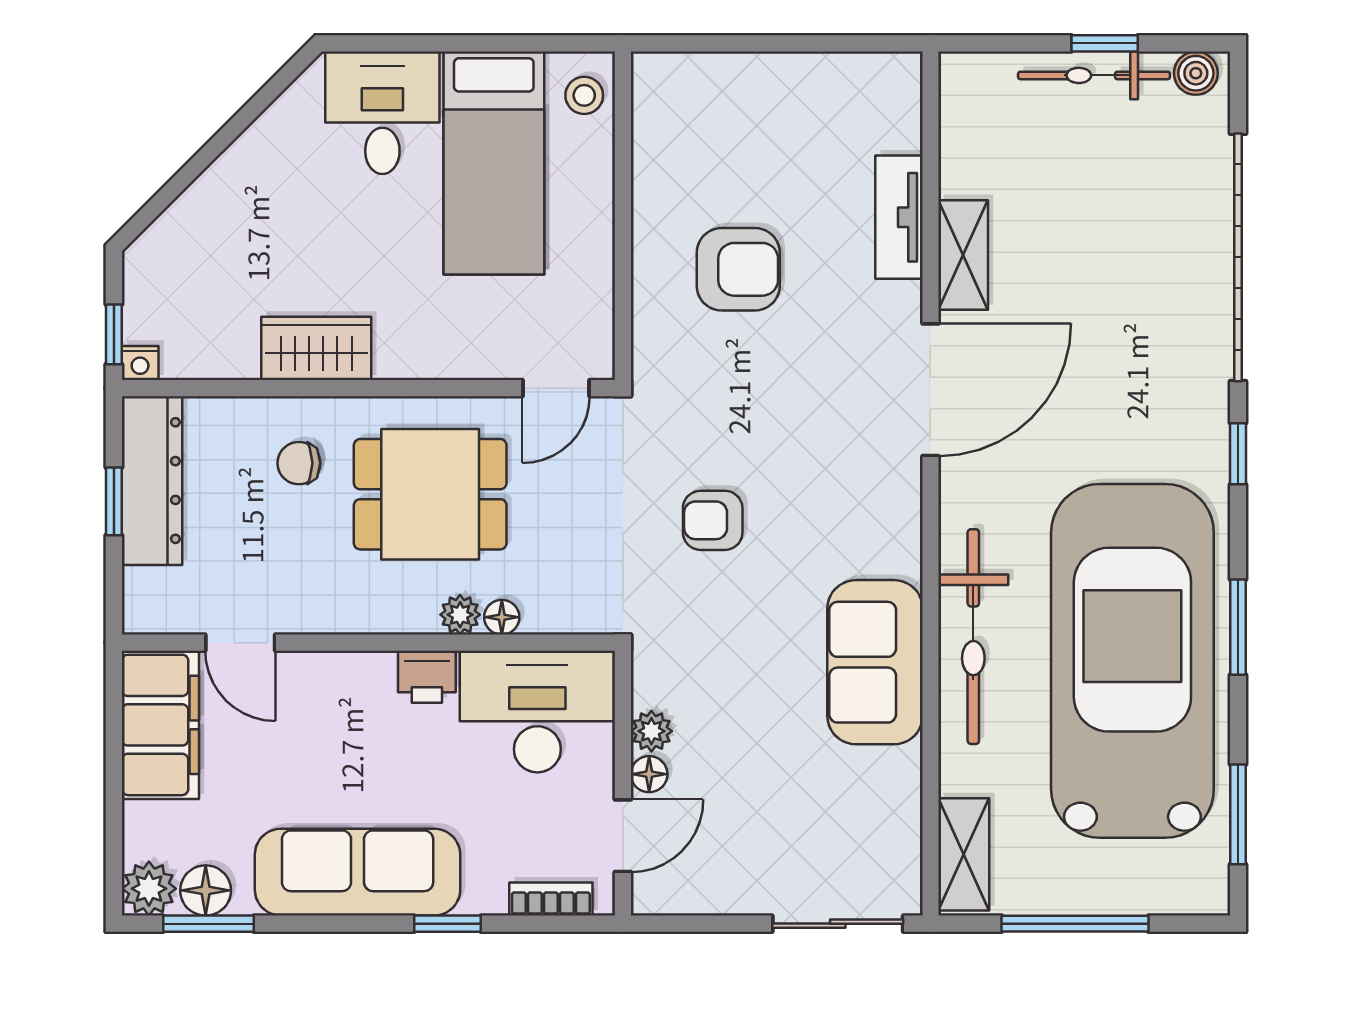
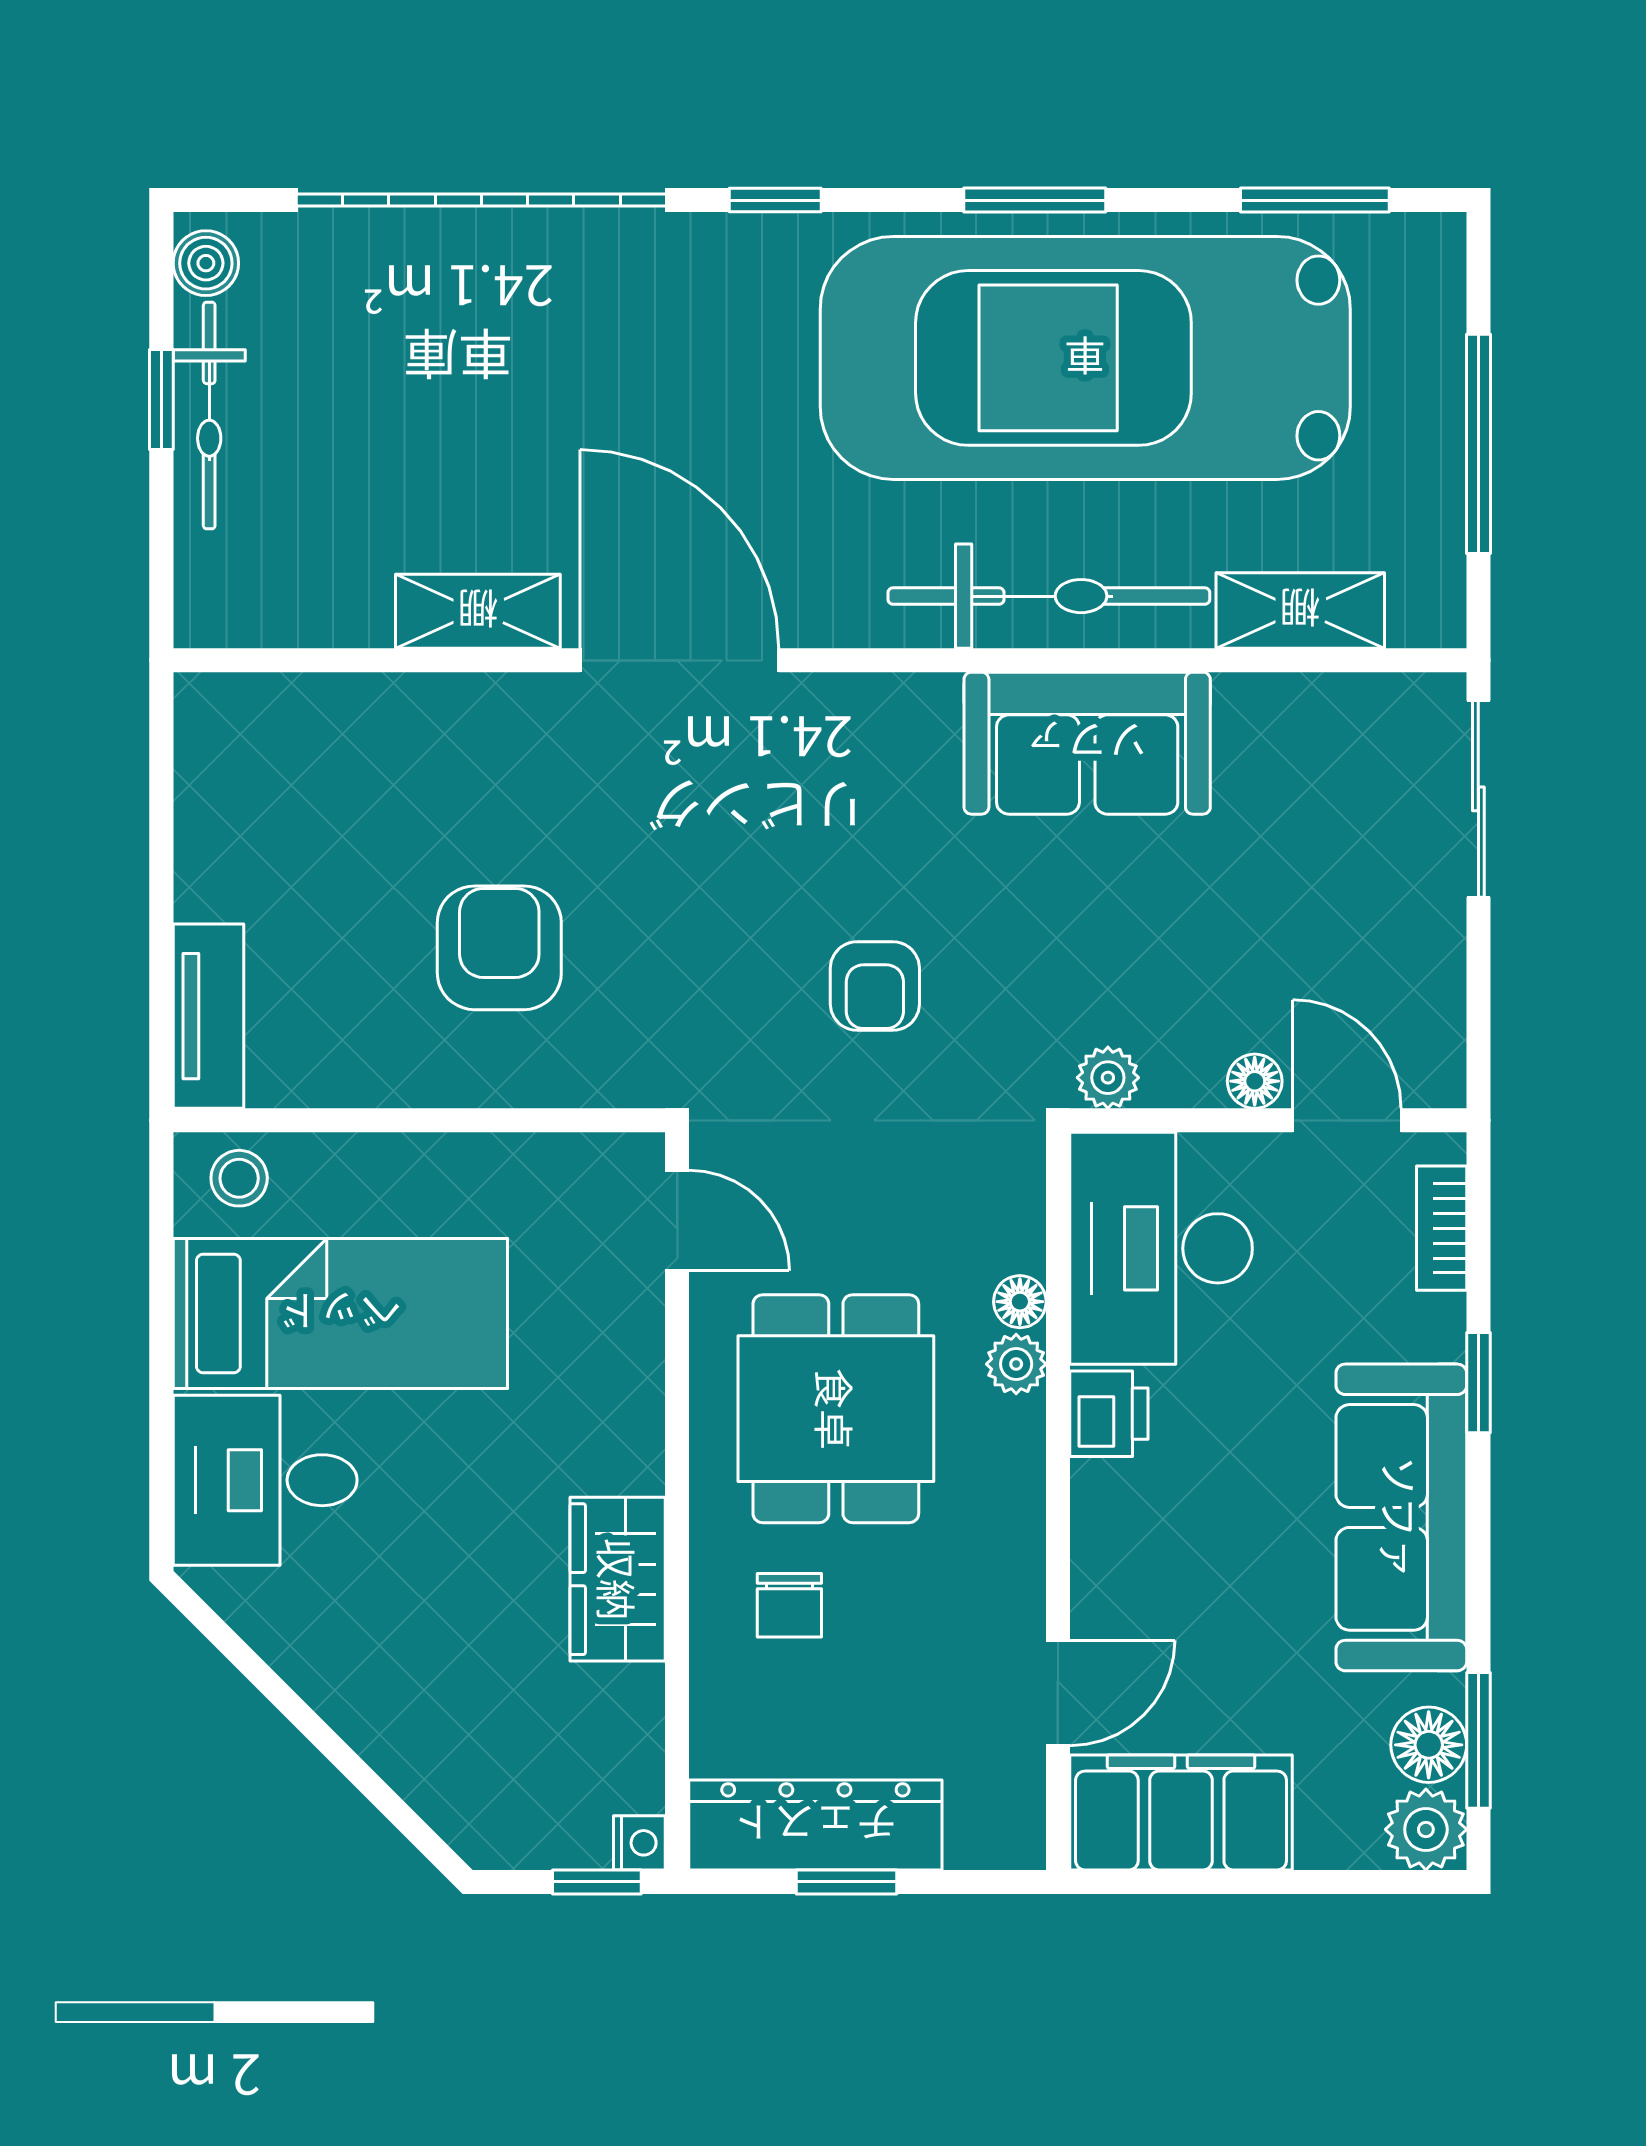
tv unit: (899, 217) -> (209, 1016), moved, turned -90
plant: (651, 731) -> (1108, 1078), moved
shelving: (964, 854) -> (1300, 610), moved

